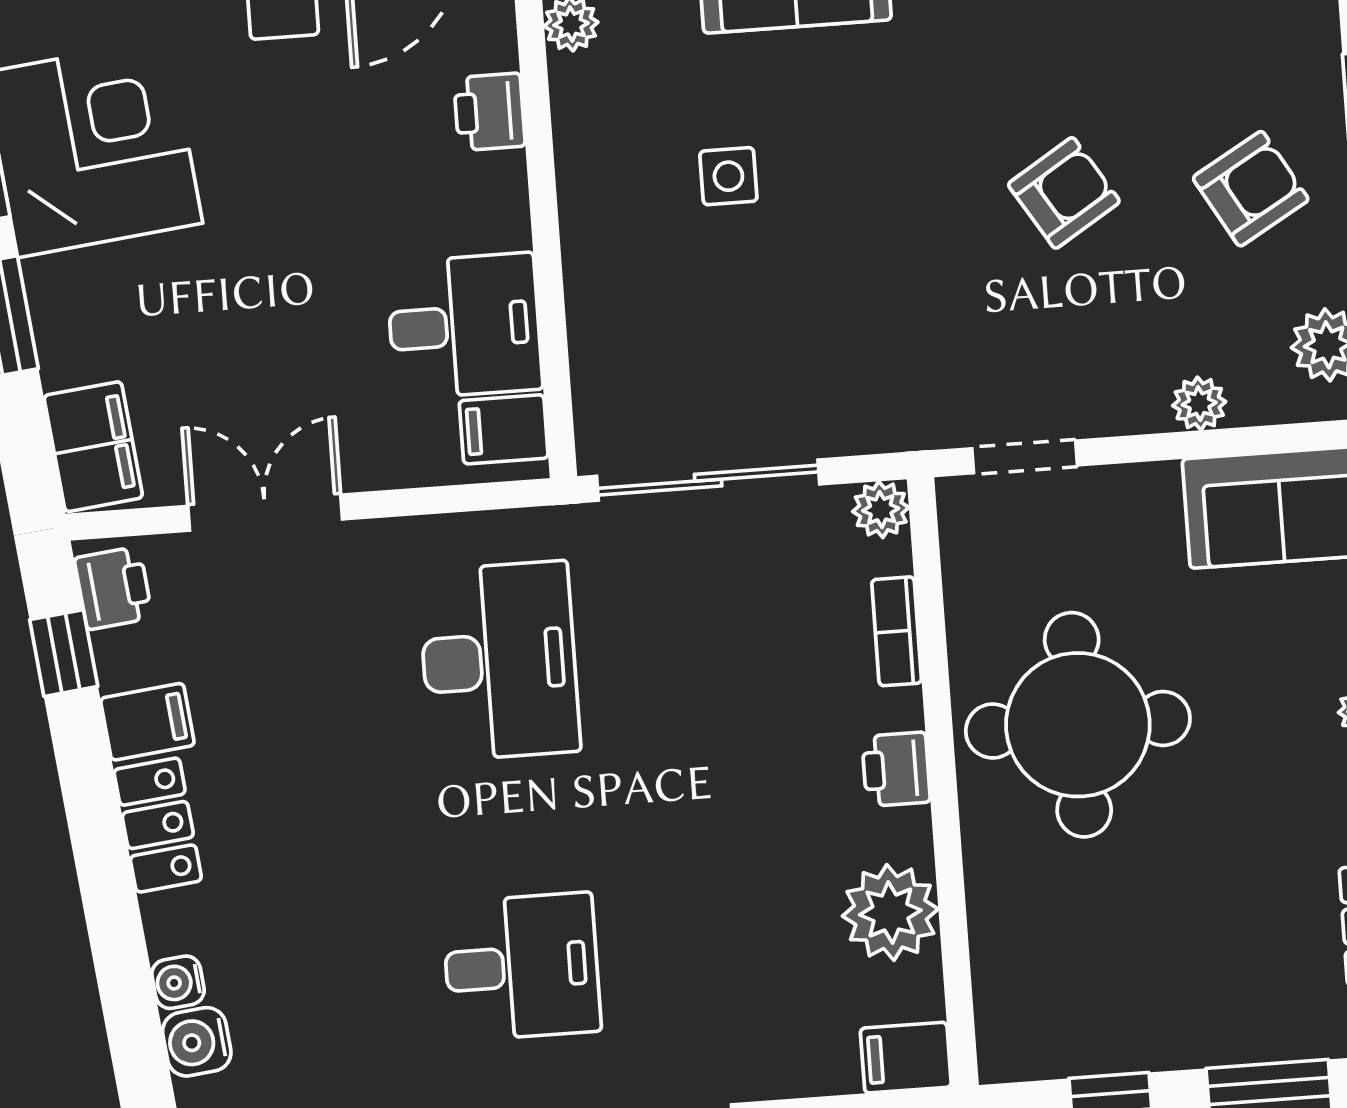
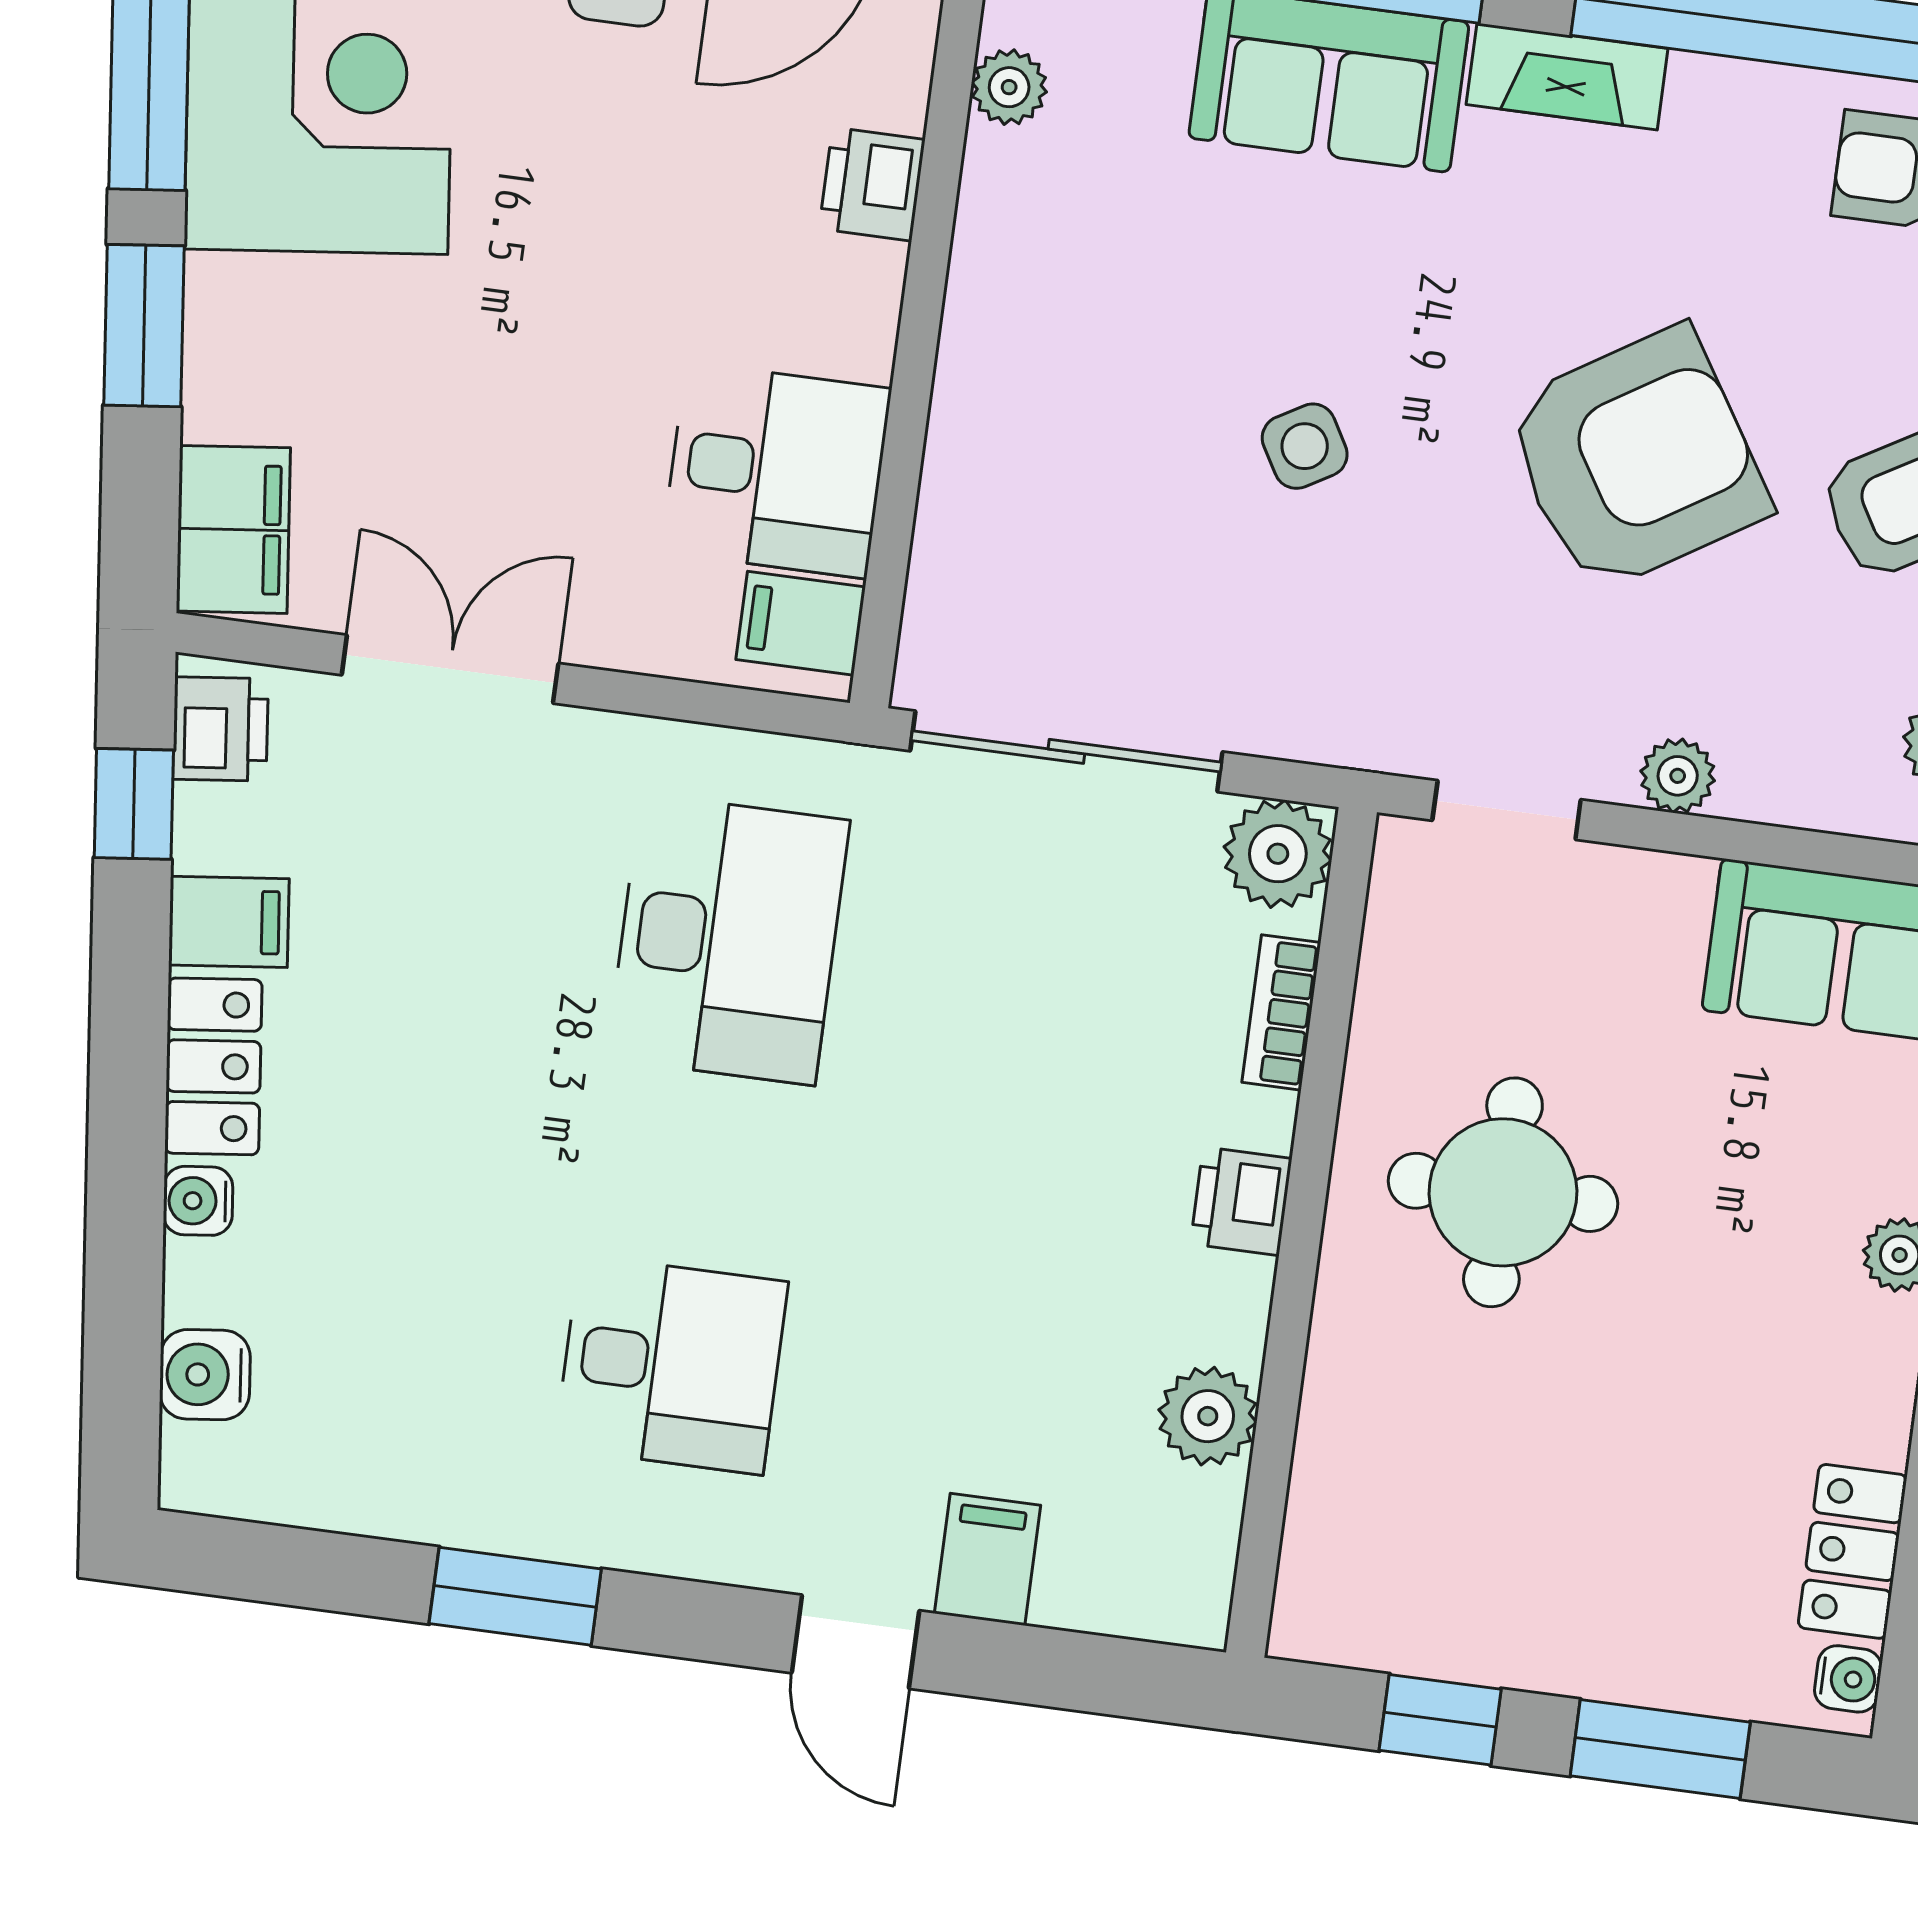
side table: (728, 176) -> (1305, 446), moved, turned -30
armchair: (1064, 193) -> (1636, 460), width x1.88, depth x1.88
plant: (1199, 404) -> (1678, 776), moved
plant: (881, 510) -> (1278, 854), width x1.38, depth x1.38
round table: (1078, 725) -> (1503, 1192), width x0.73, depth x0.73
plant: (890, 913) -> (1208, 1416), width x0.73, depth x0.73
water cooler: (178, 982) -> (198, 1201), moved
filing cabinet: (906, 1058) -> (987, 1559), moved, turned 90

